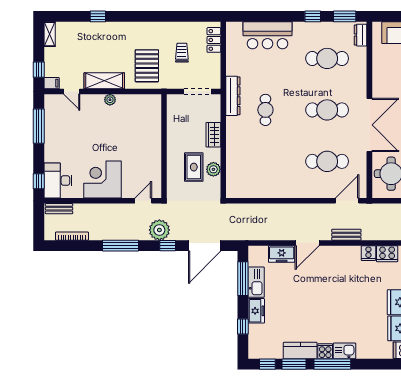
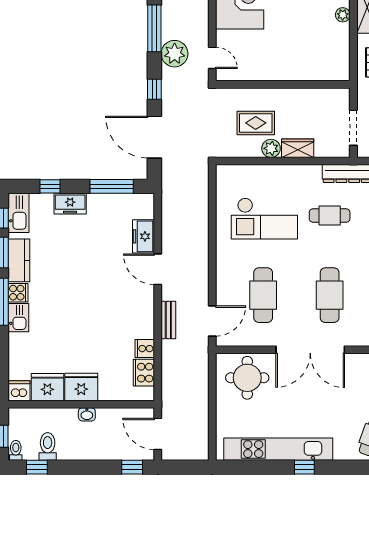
checkout: (268, 160) -> (264, 218), added
plant: (213, 169) -> (271, 148), moved
door: (347, 201) -> (212, 321), hinge flipped
plant: (159, 230) -> (175, 54), moved
kitchen sink: (256, 282) -> (18, 213), moved, turned -90

